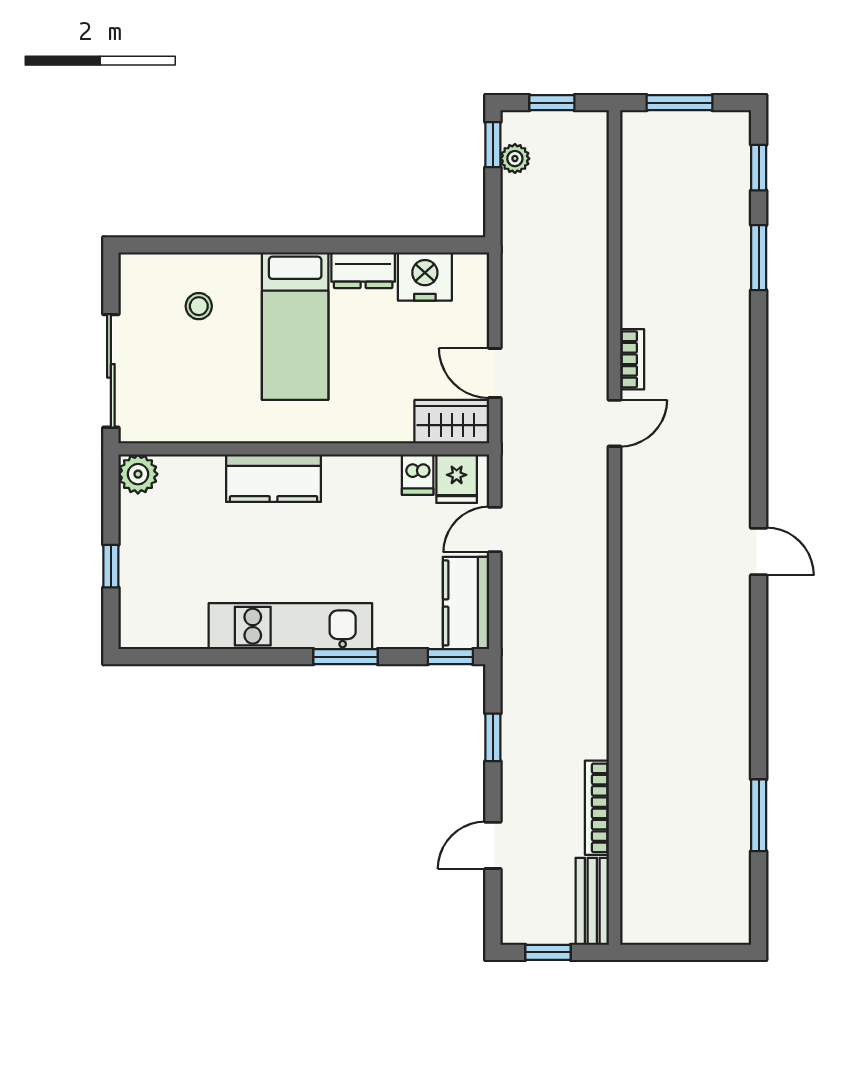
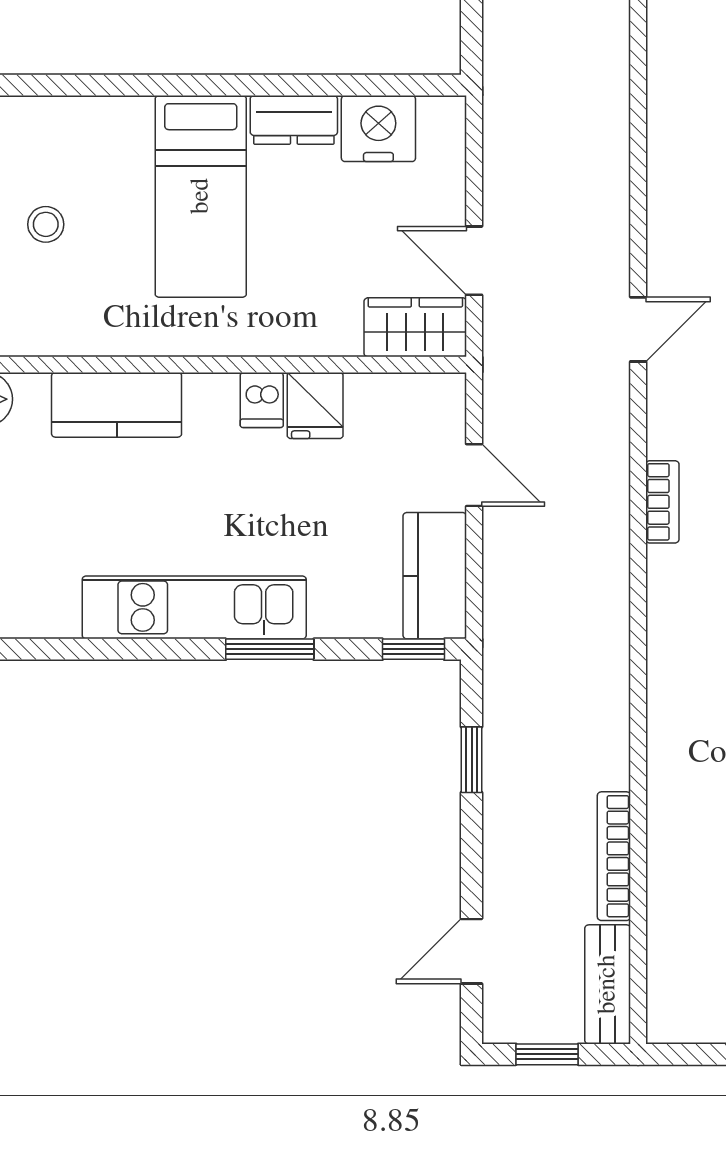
stool: (199, 306) -> (46, 224), moved
bookcase: (632, 359) -> (662, 502), moved
dishwasher: (418, 475) -> (262, 400), moved
kitchen counter: (274, 478) -> (117, 405), moved
fridge: (457, 479) -> (315, 406), moved
door: (495, 530) -> (474, 475), swing flipped
door: (493, 845) -> (472, 951), moved

